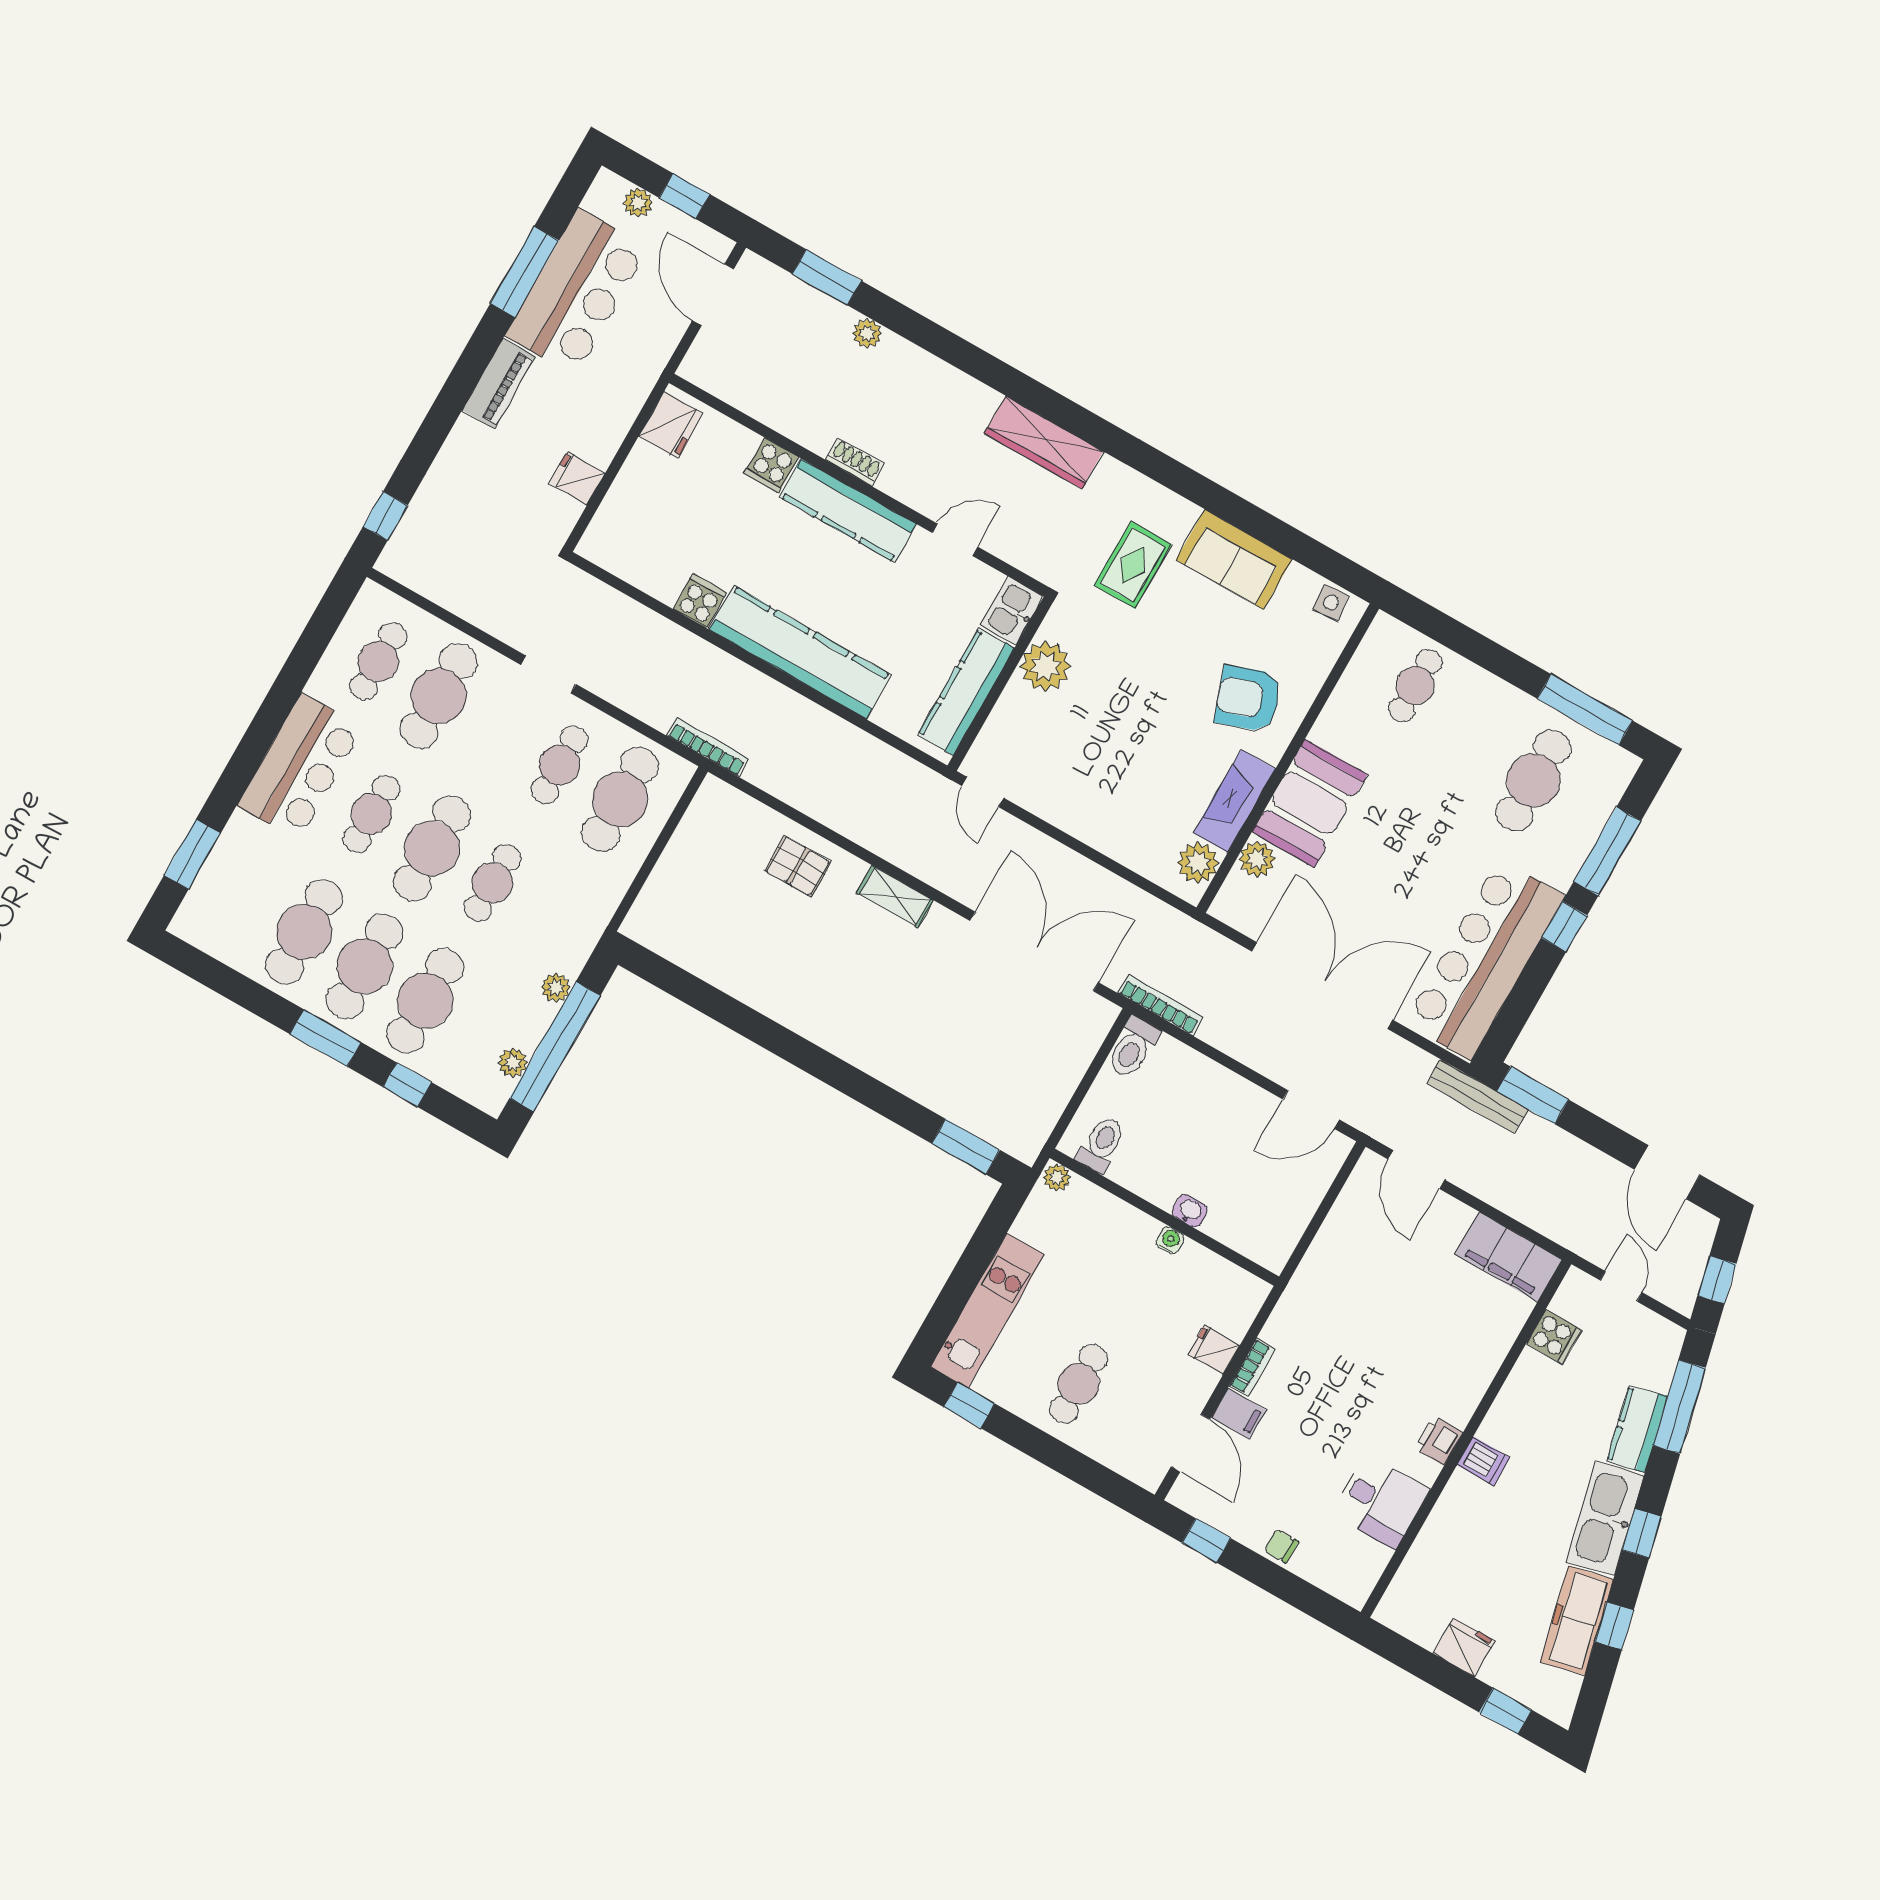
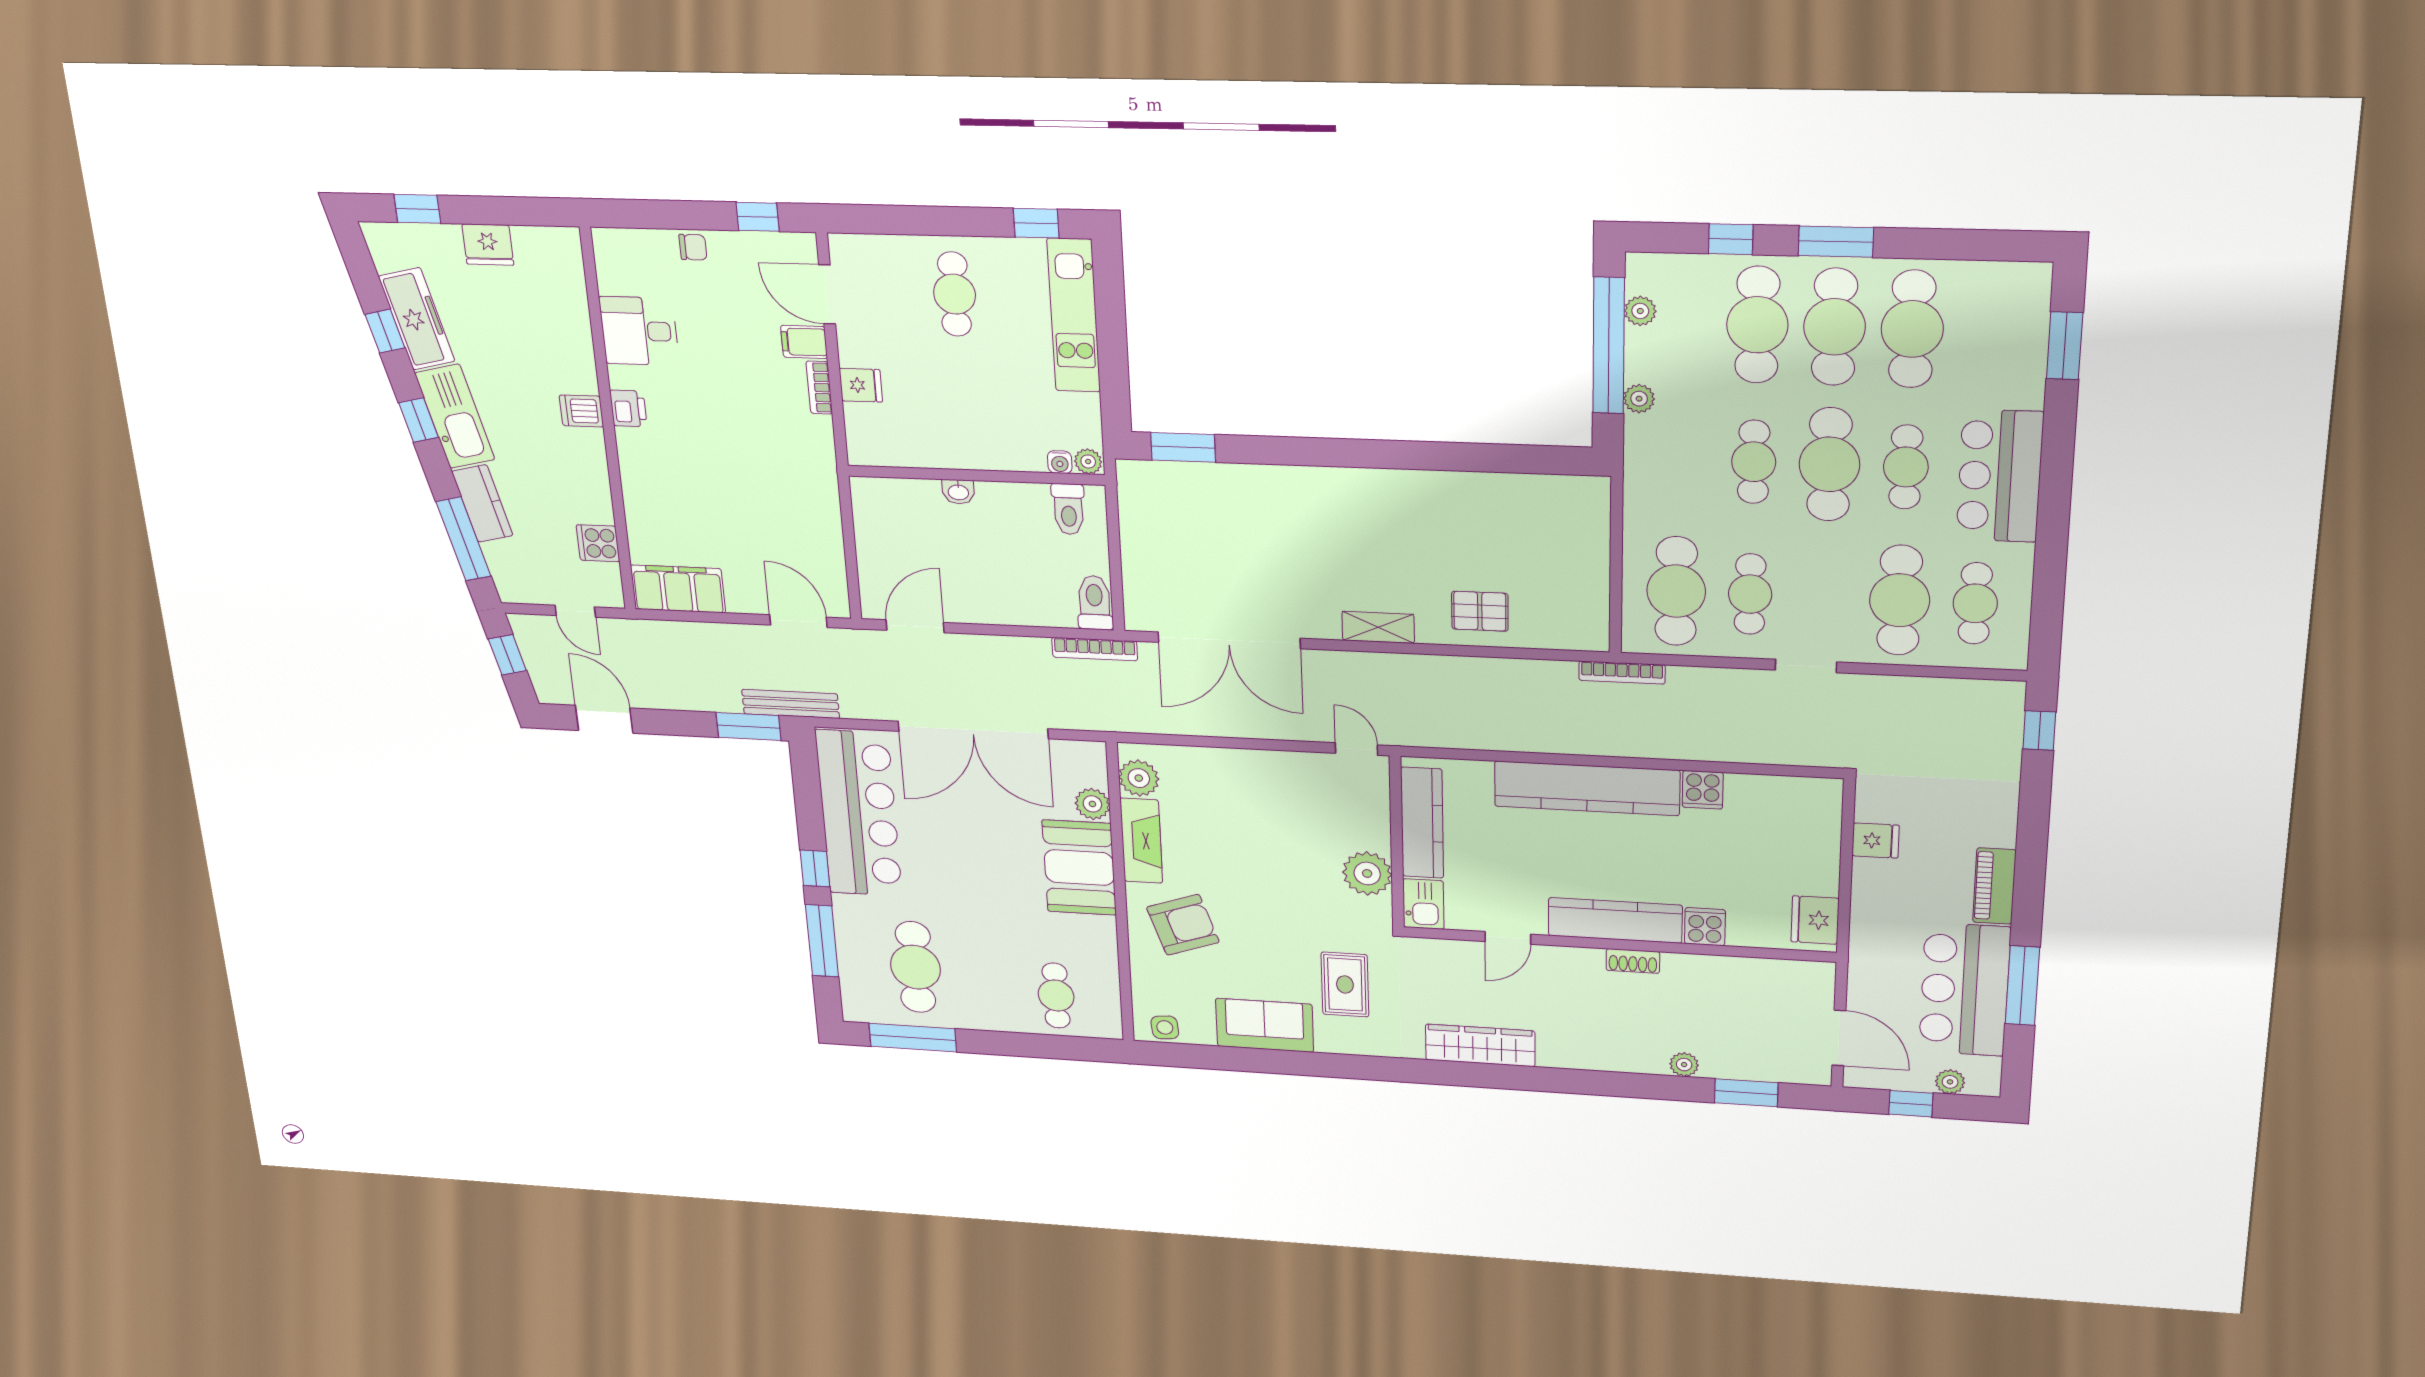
water cooler: (1170, 1240) -> (1060, 462), moved

